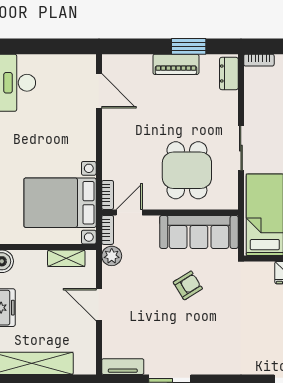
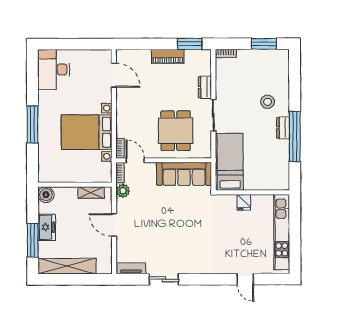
window: (189, 46) -> (190, 44), moved
dresser: (229, 74) -> (205, 87), moved
bed with nightstands: (60, 203) -> (87, 132), moved
door: (129, 212) -> (135, 160), hinge flipped
armchair: (188, 285) -> (176, 211), removed

